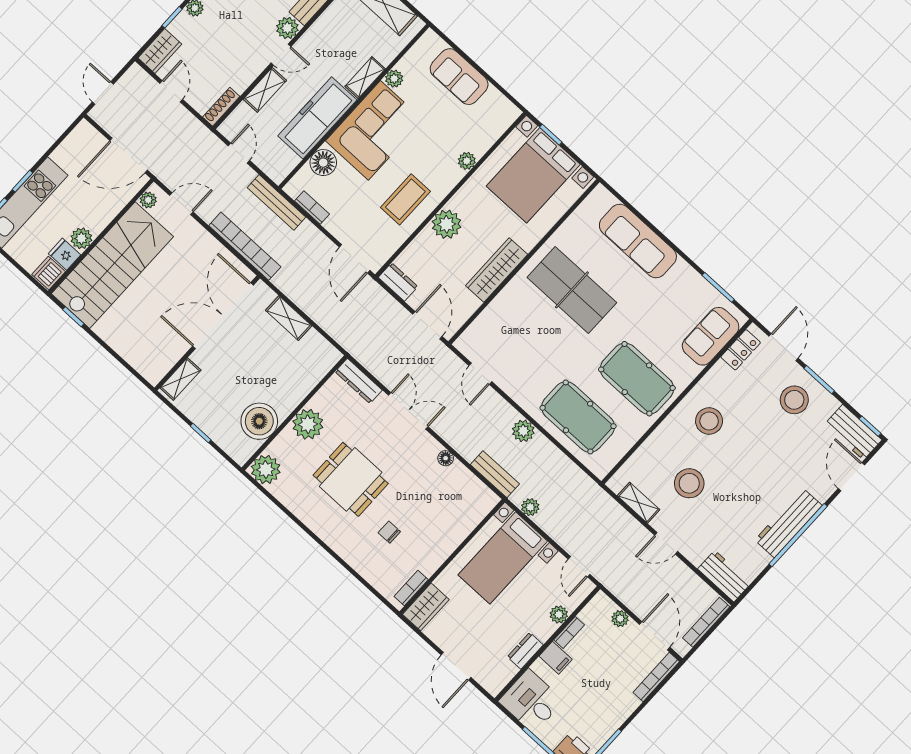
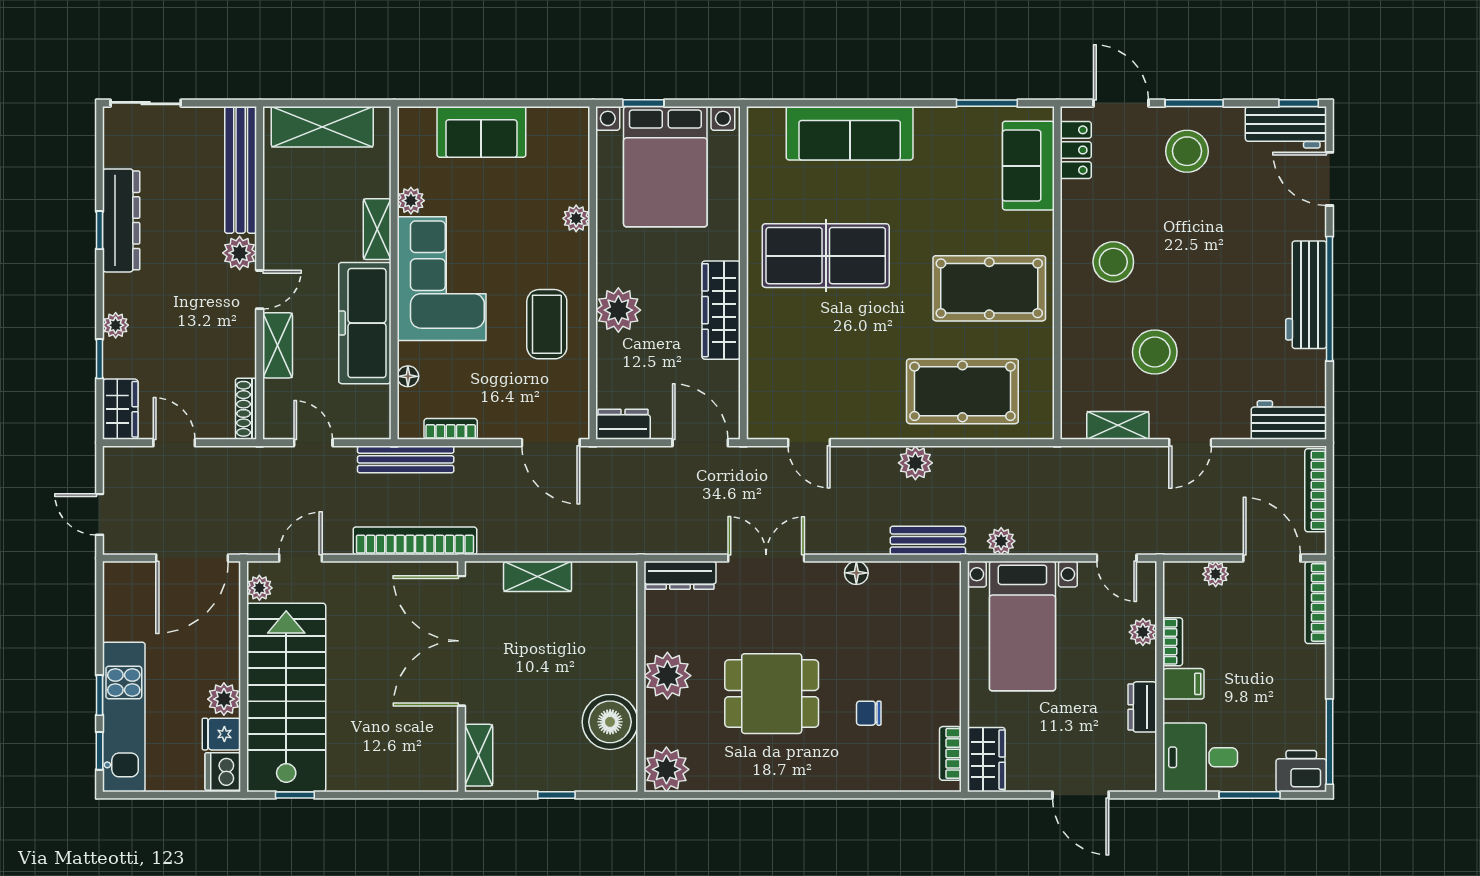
floor lamp: (323, 163) -> (408, 376), width x0.53, depth x0.53

